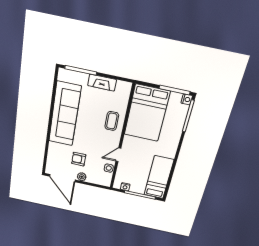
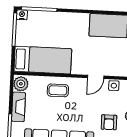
plant: (123, 88) -> (21, 84), added
bed: (147, 113) -> (43, 60), width x0.67
door: (118, 155) -> (96, 77), hinge flipped

